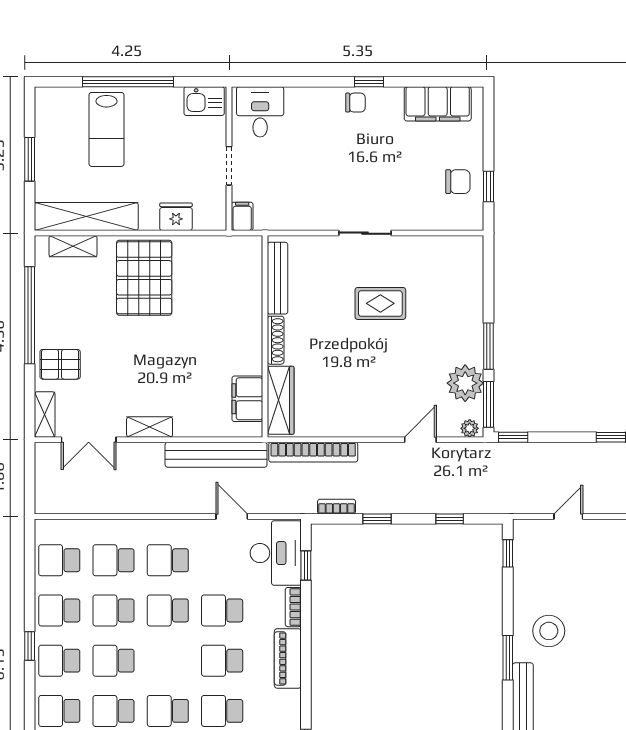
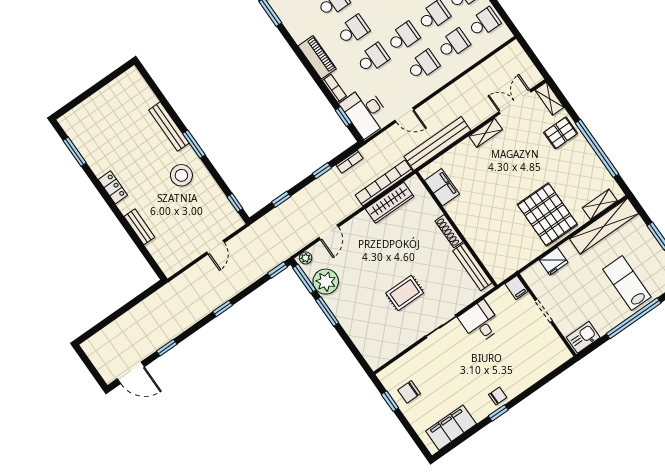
chair: (355, 103) -> (498, 396), turned 180
desk: (260, 112) -> (480, 322), moved, turned 180
wardrobe: (281, 400) -> (390, 203), moved, turned -90

